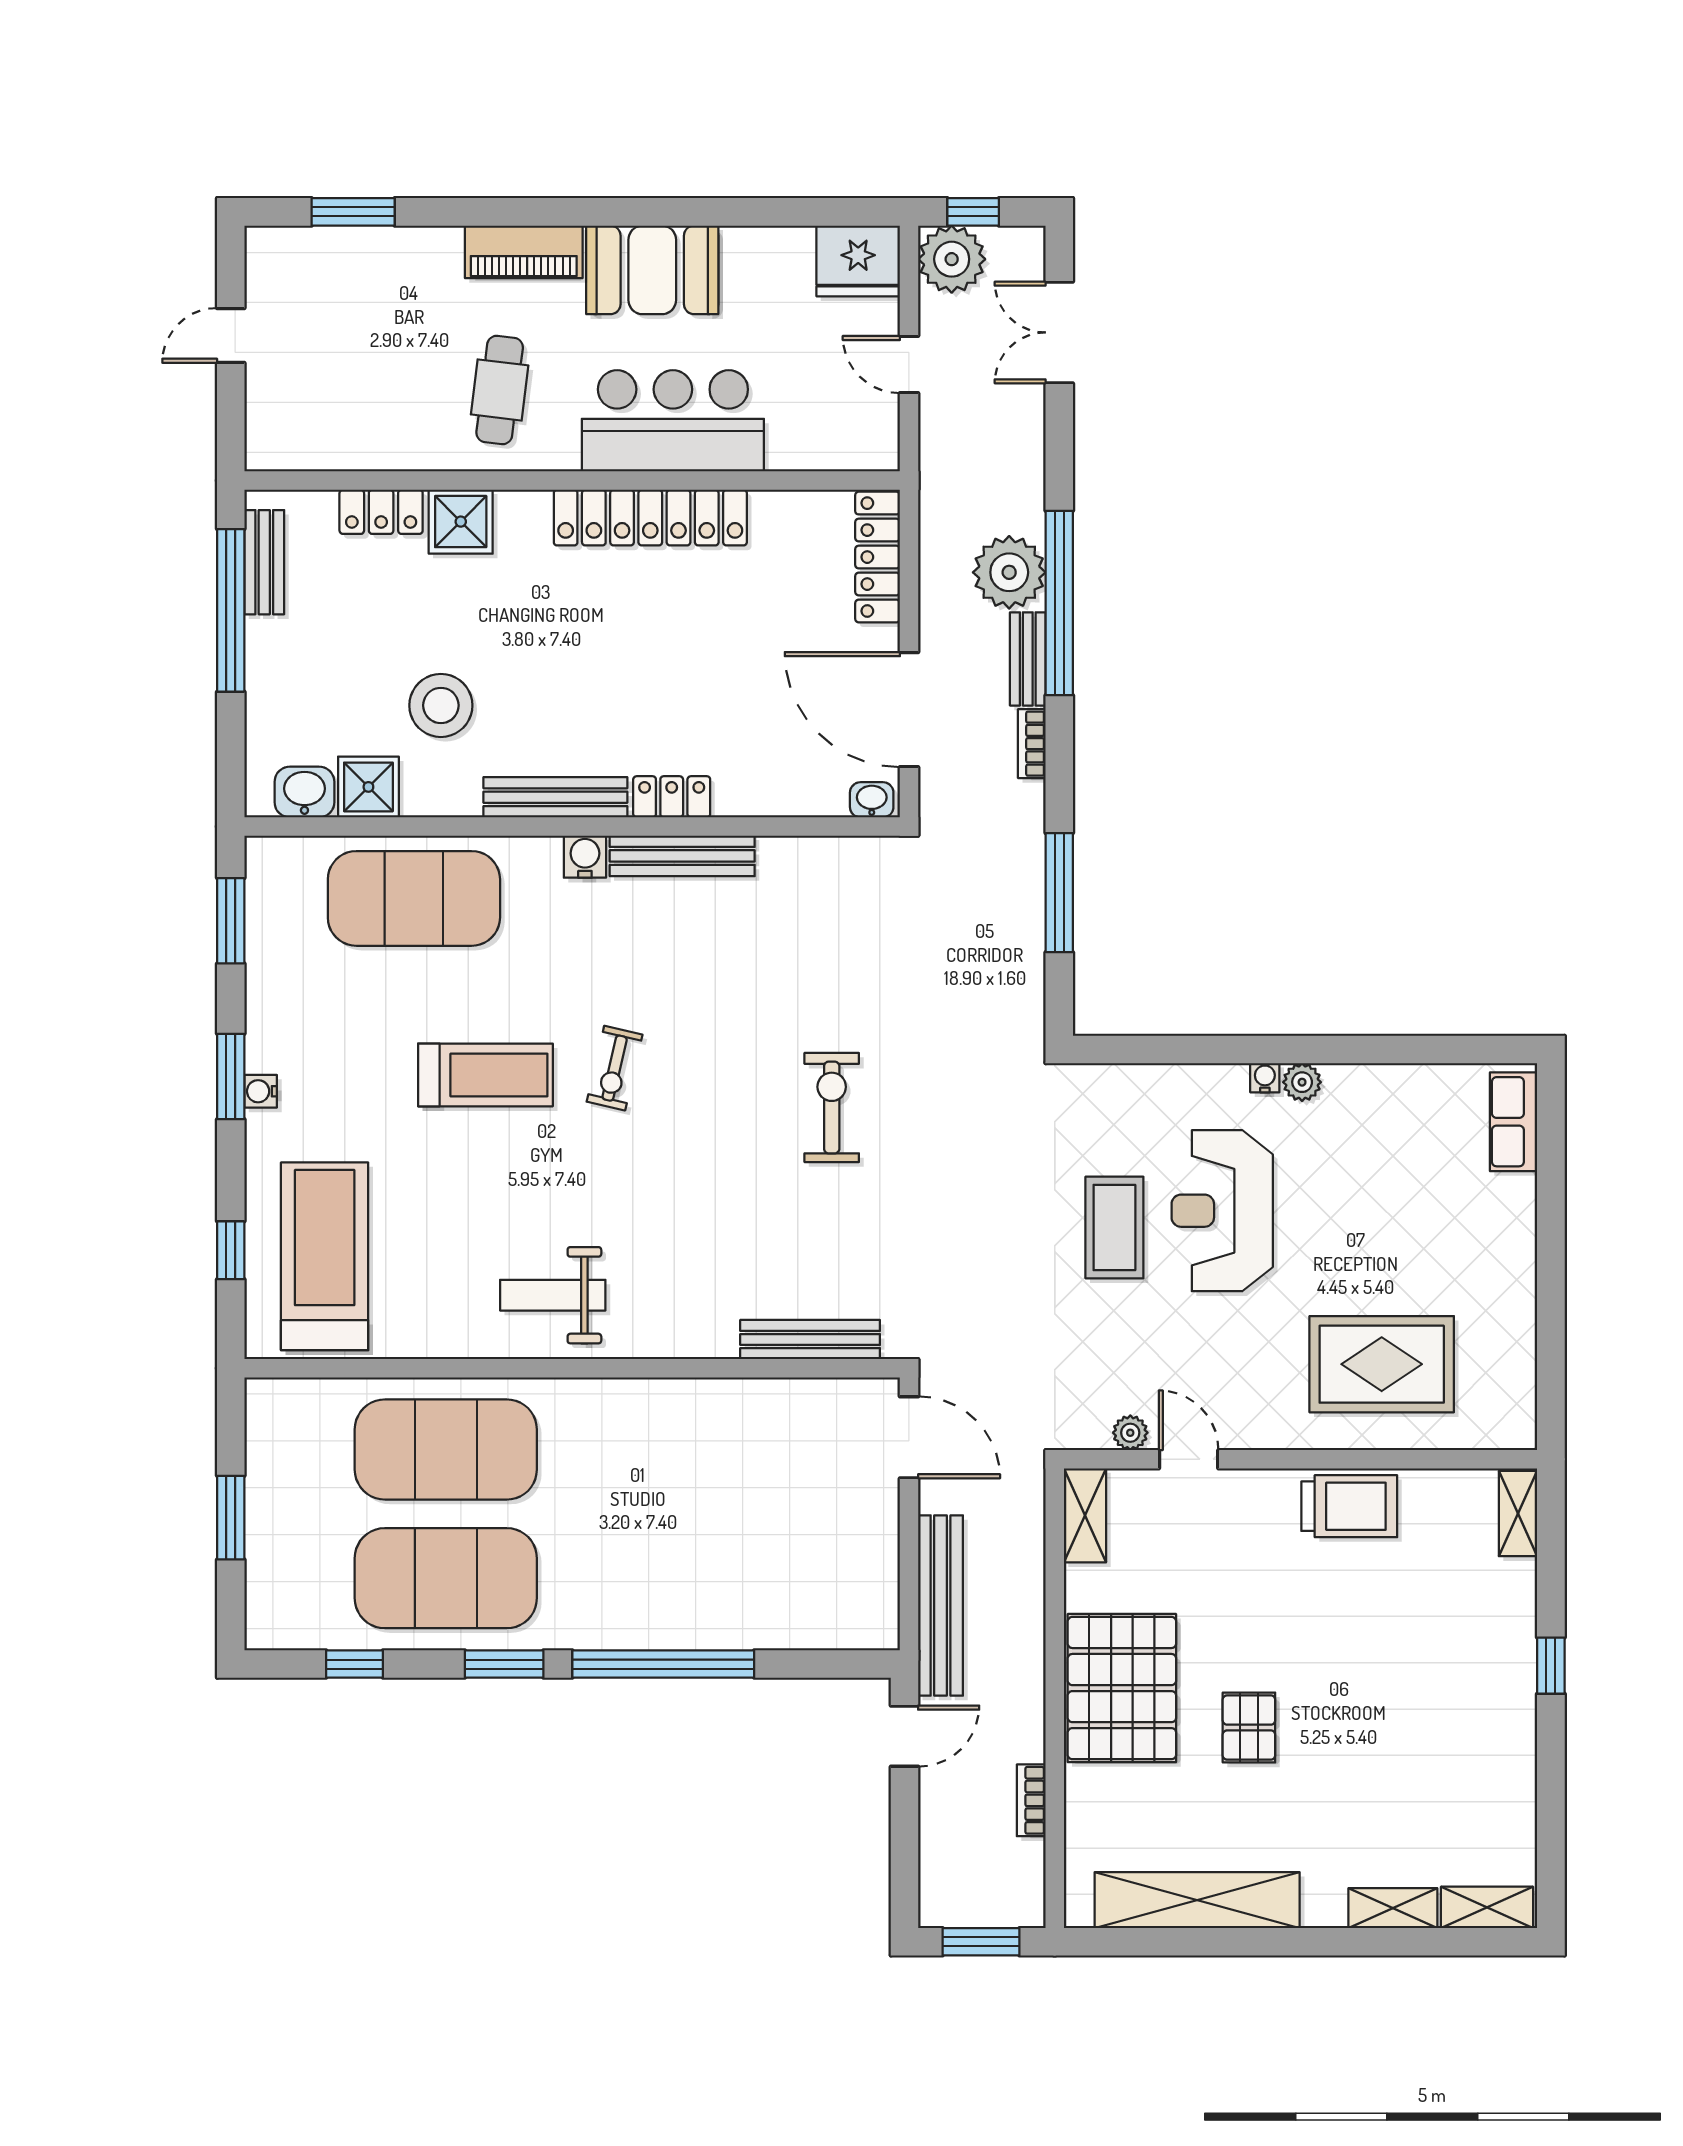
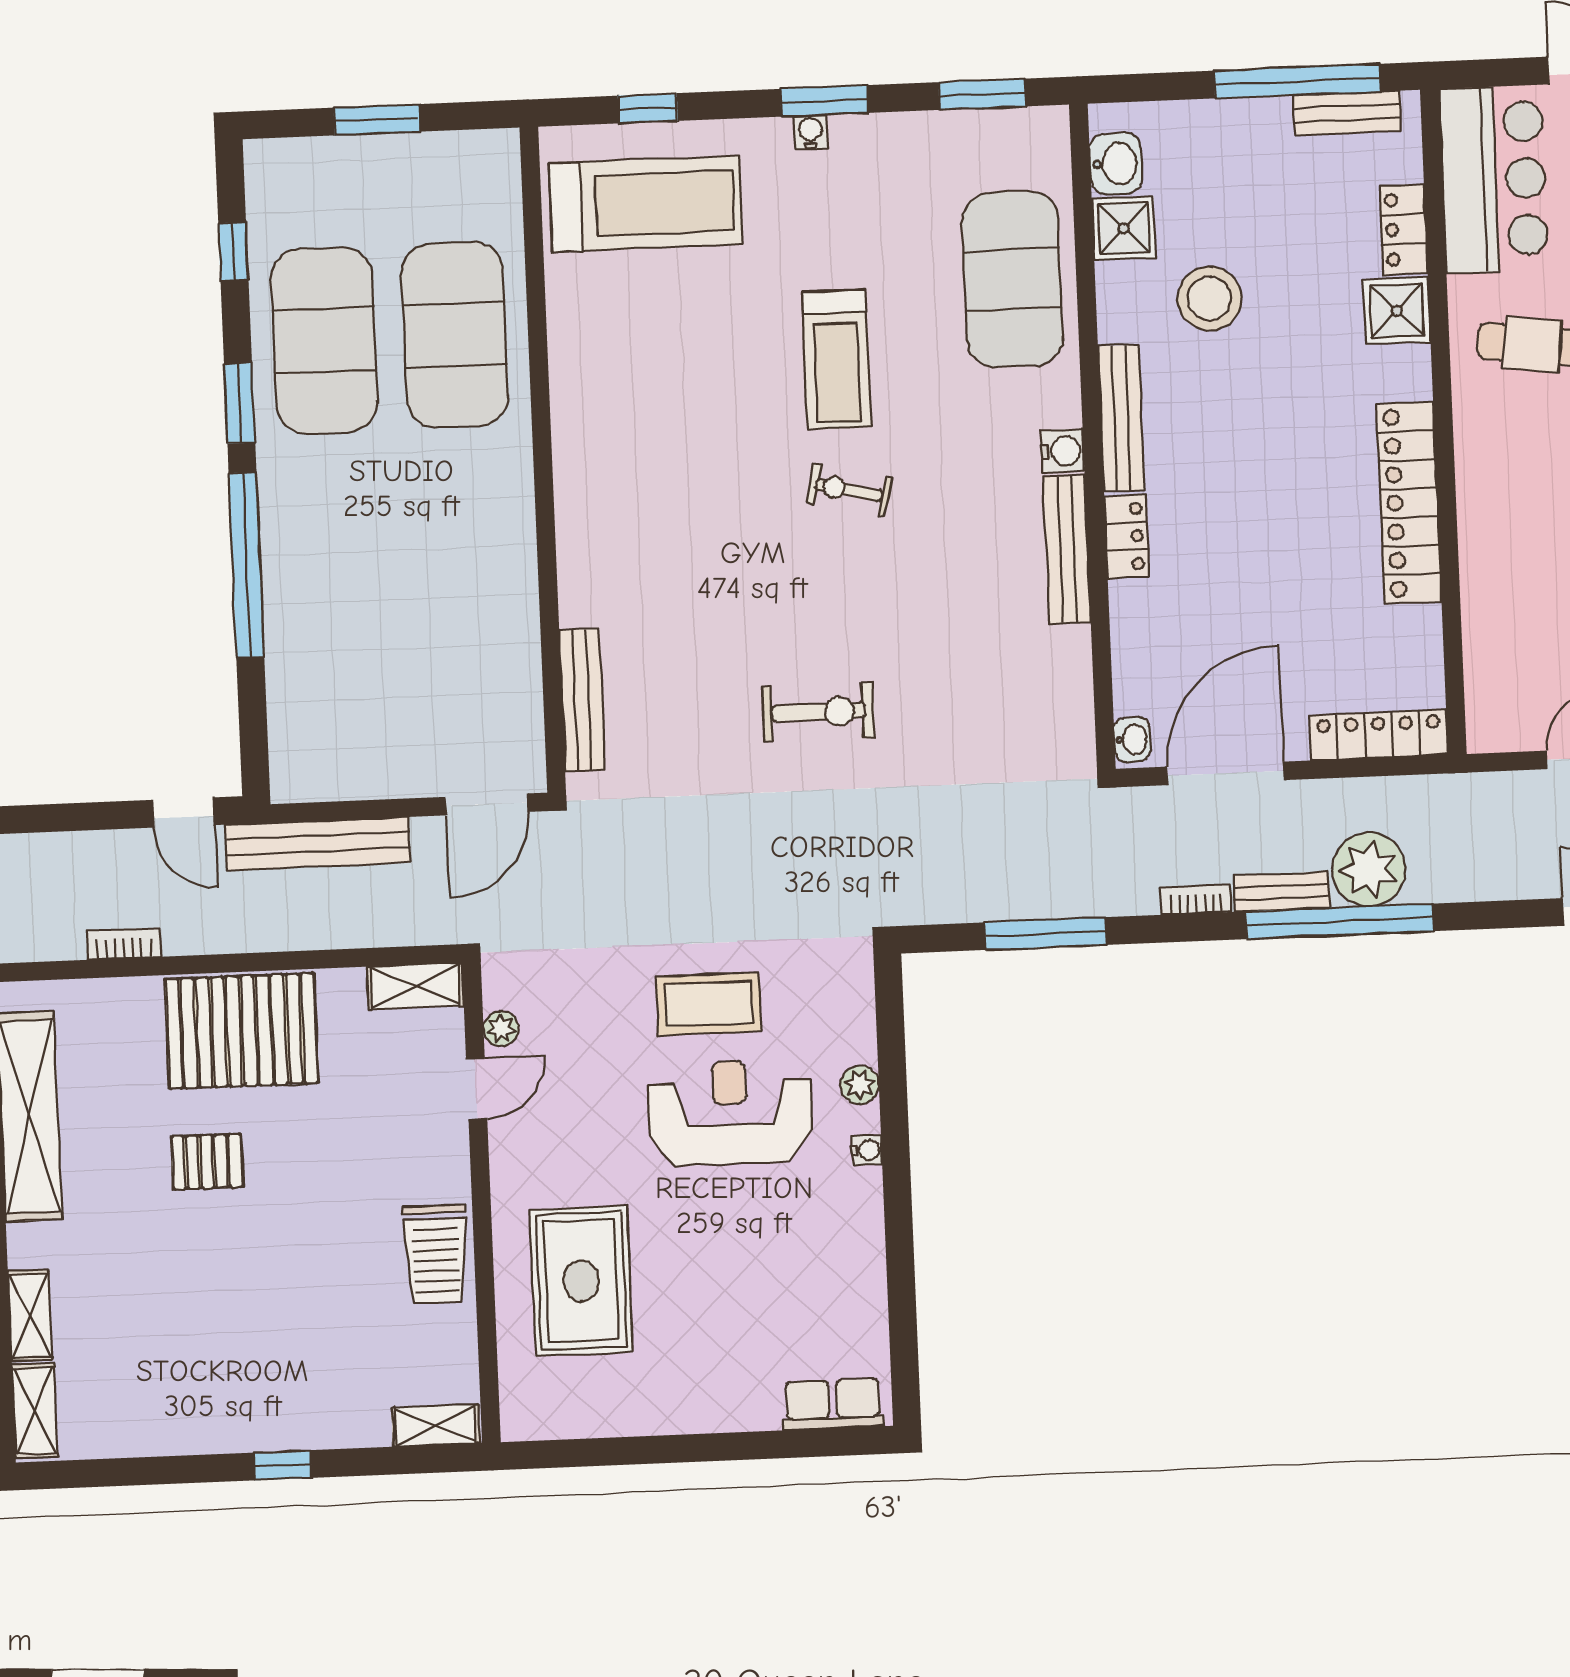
bar counter: (673, 421) -> (1494, 179), moved
plant: (1302, 1082) -> (860, 1085), moved
weight bench: (553, 1295) -> (616, 437), removed

